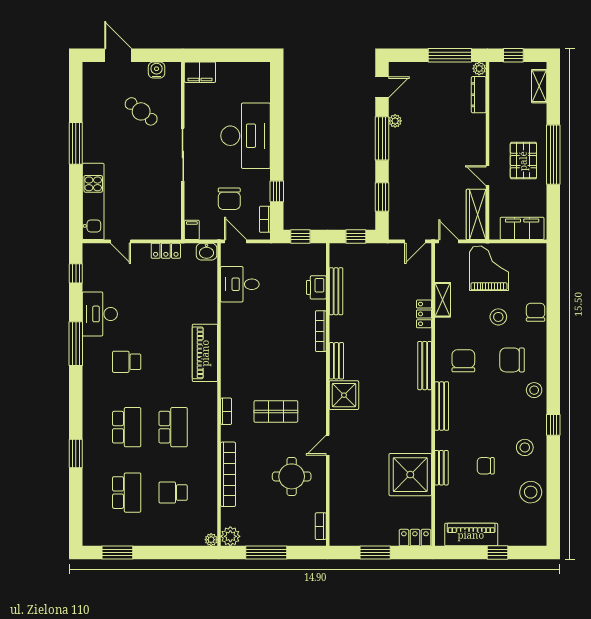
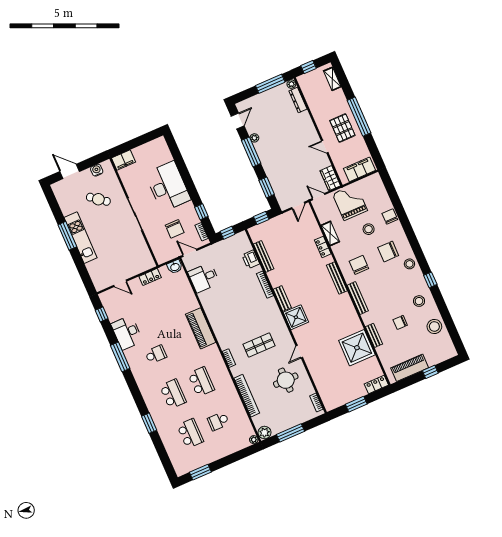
kitchen unit: (93, 201) -> (81, 238), moved
wardrobe: (476, 214) -> (330, 178), width x0.67
filing cabinet: (192, 230) -> (160, 257), removed
school desk: (127, 362) -> (156, 354), turned 180

